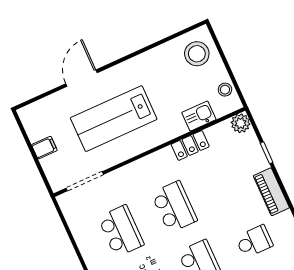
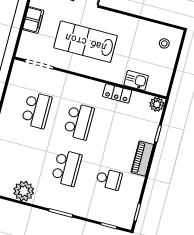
stool: (197, 54) -> (164, 43), width x0.53, depth x0.53
stool: (225, 90) -> (164, 77), removed
filing cabinet: (44, 148) -> (33, 20), width x2.00

